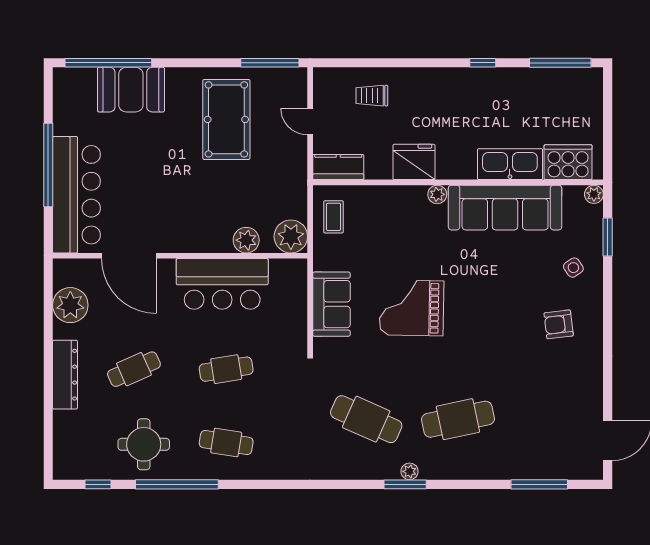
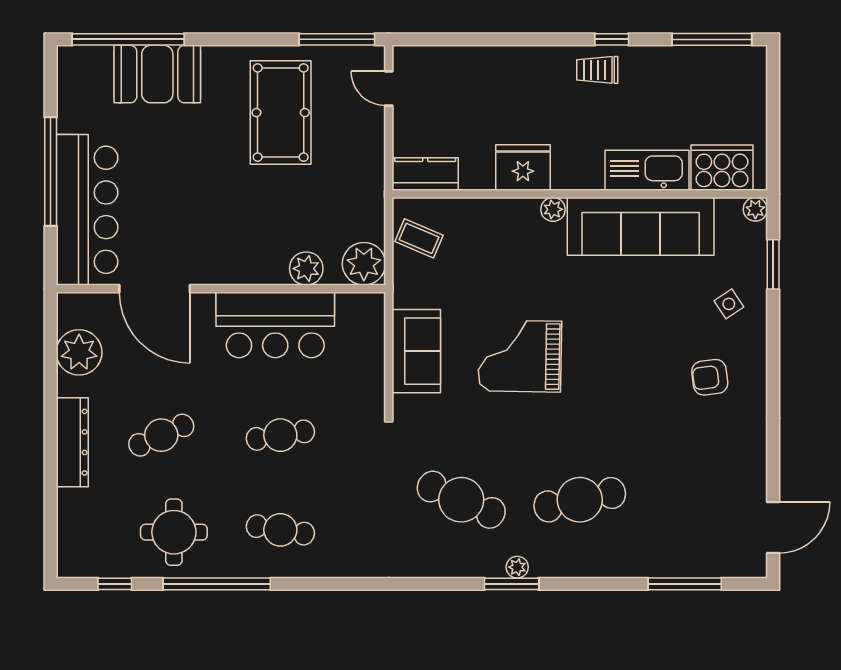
trolley: (372, 96) -> (597, 70), moved
door: (310, 122) -> (389, 88), moved
coffee table: (334, 217) -> (419, 238), turned -67

